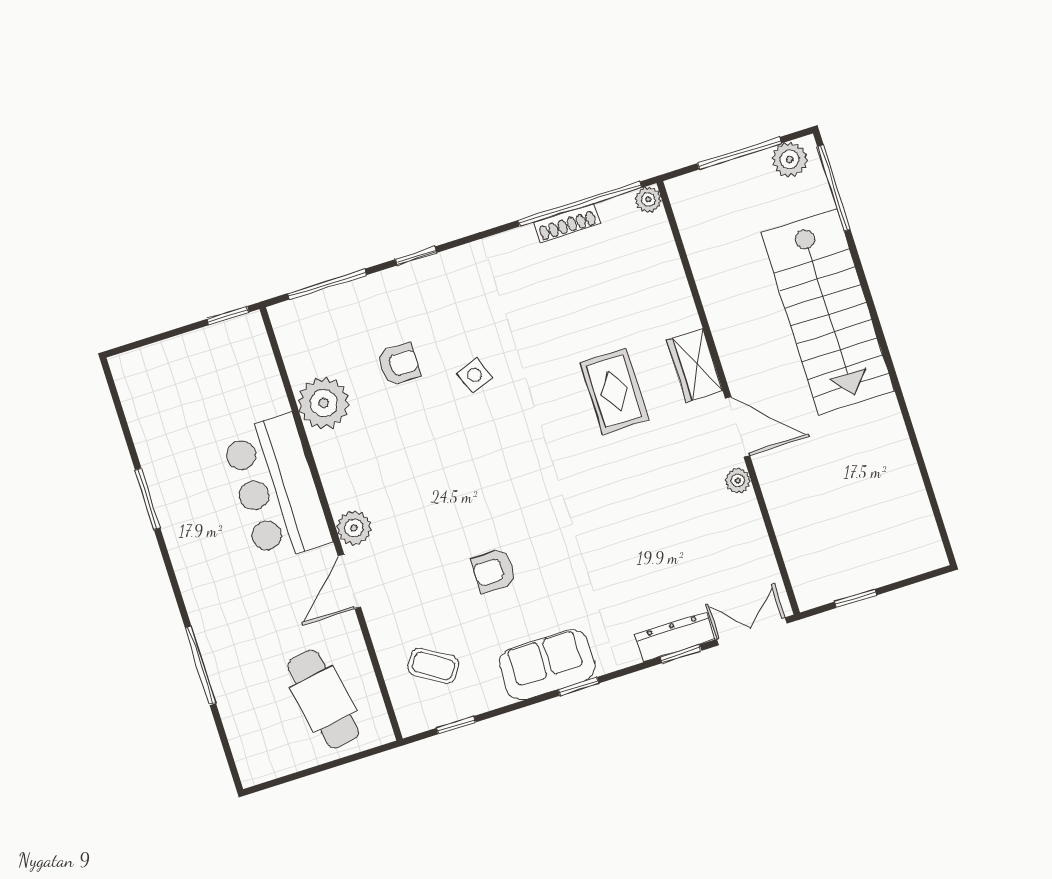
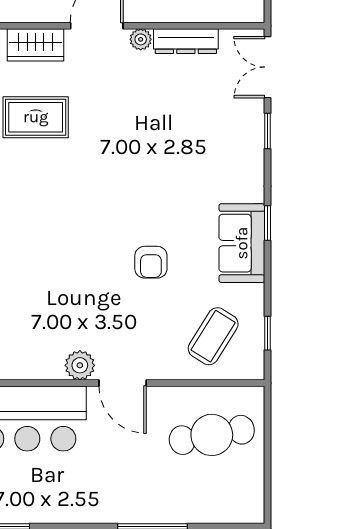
dresser: (675, 637) -> (186, 41), moved, turned -90
coffee table: (433, 666) -> (213, 336), width x1.36, depth x1.30

